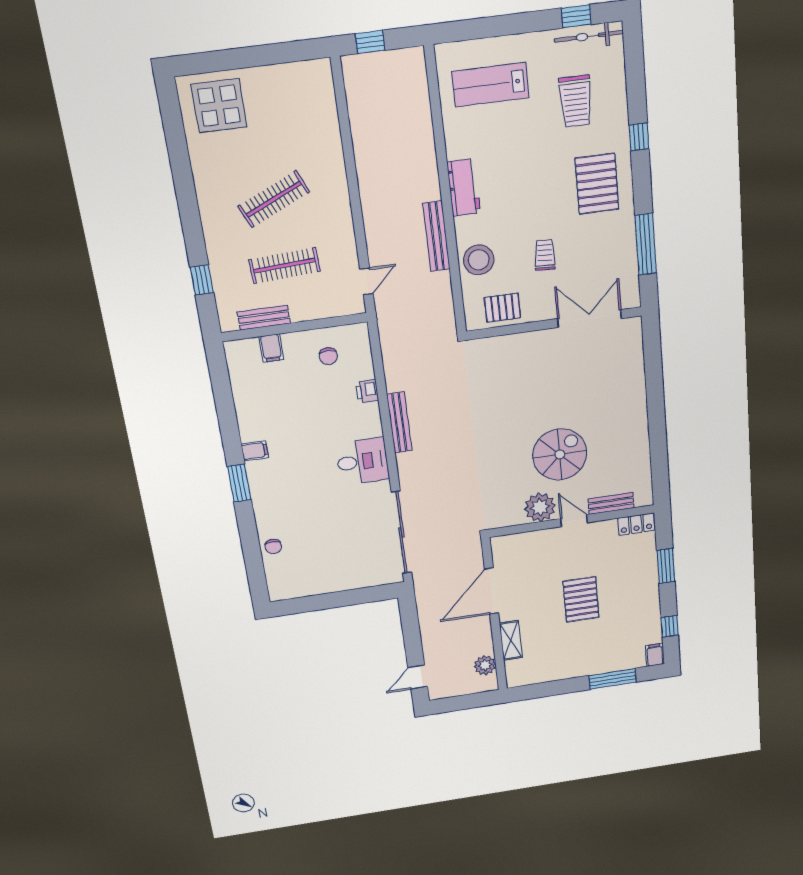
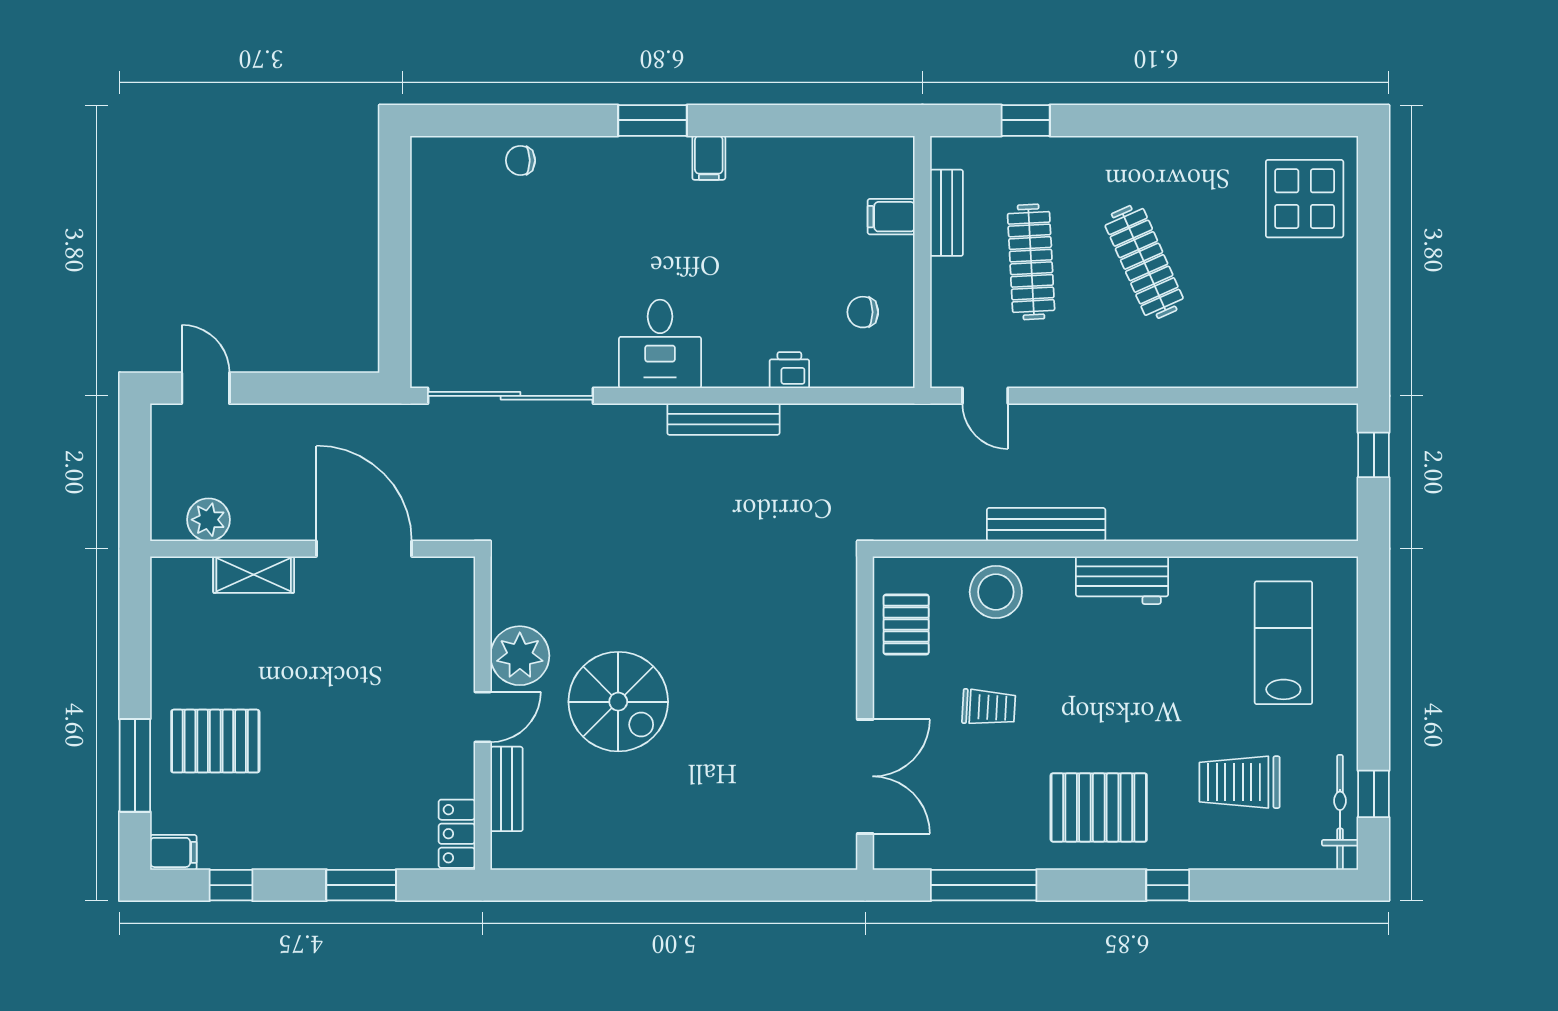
pallet: (581, 599) -> (215, 741), moved

